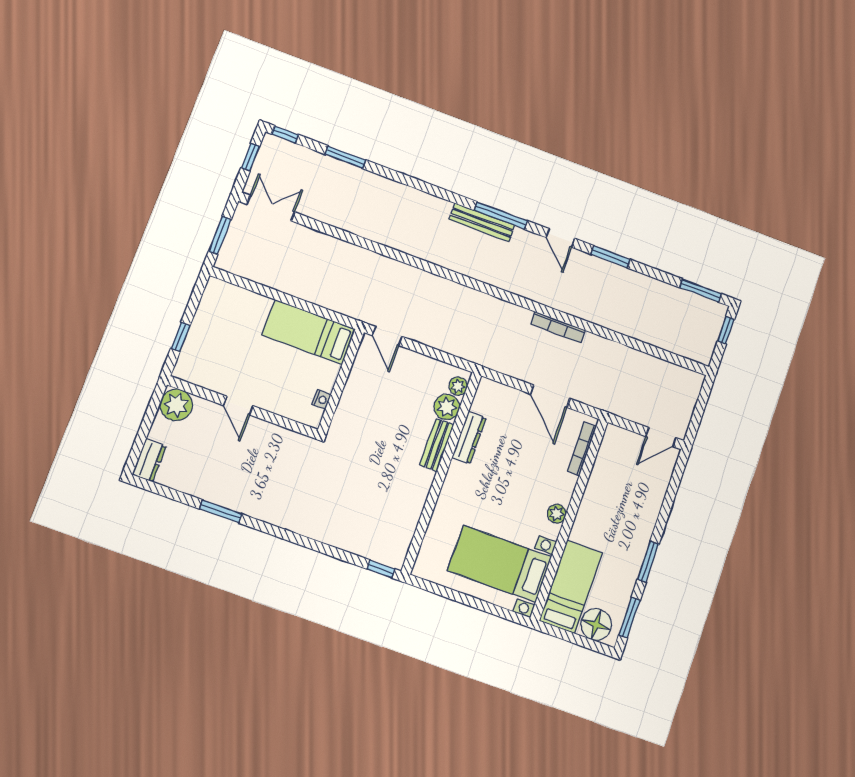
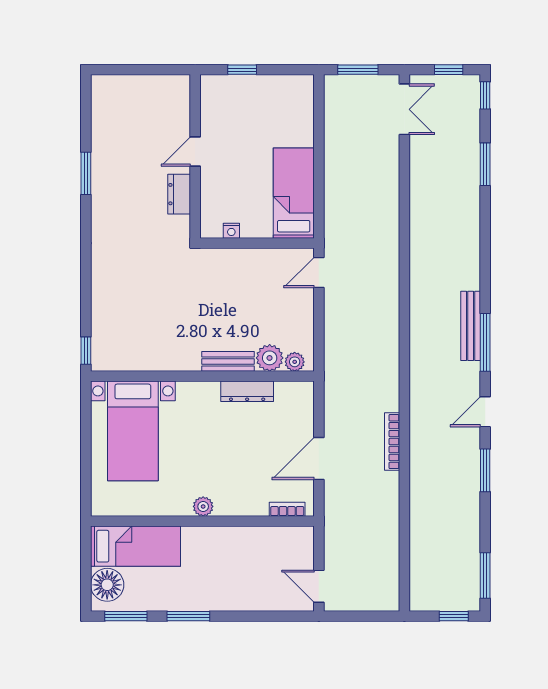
plant: (176, 405) -> (174, 91), removed
bookcase: (582, 449) -> (287, 509), width x0.64
dresser: (149, 460) -> (179, 194), moved, turned 90
bed with nightstands: (500, 564) -> (133, 431), moved, turned 180

